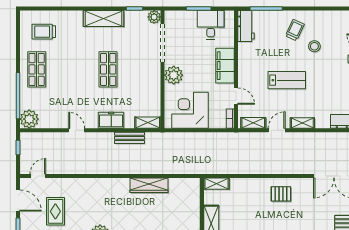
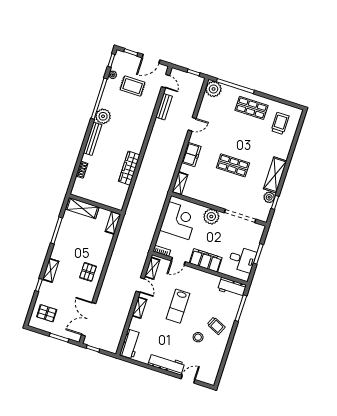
plant: (154, 17) -> (269, 197), moved
bench: (129, 138) -> (164, 107), moved

